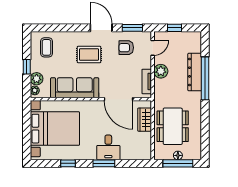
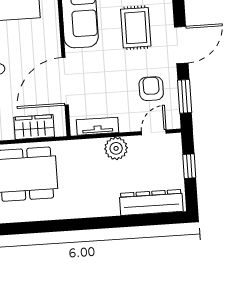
door: (153, 48) -> (154, 132), swing flipped
dresser: (195, 72) -> (151, 202), moved
window: (205, 78) -> (109, 222), removed

